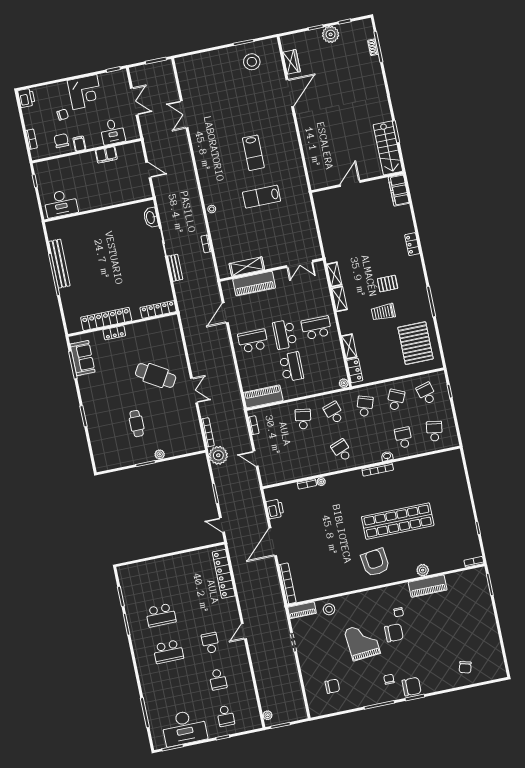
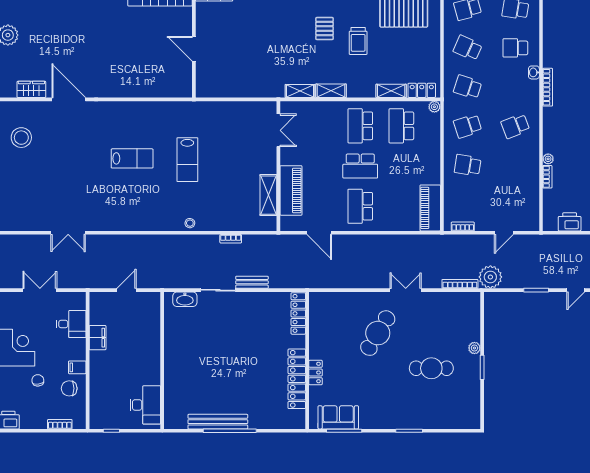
school desk: (291, 367) -> (401, 126), moved, turned -90
cafe table: (137, 424) -> (431, 368), width x1.37, depth x1.35

